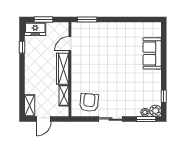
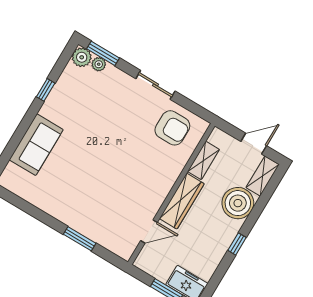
window: (87, 19) -> (80, 239), moved
window: (22, 47) -> (237, 244), moved
boiler: (34, 85) -> (238, 203), added
window: (164, 96) -> (46, 90), moved
armchair: (89, 103) -> (172, 128), turned -95

